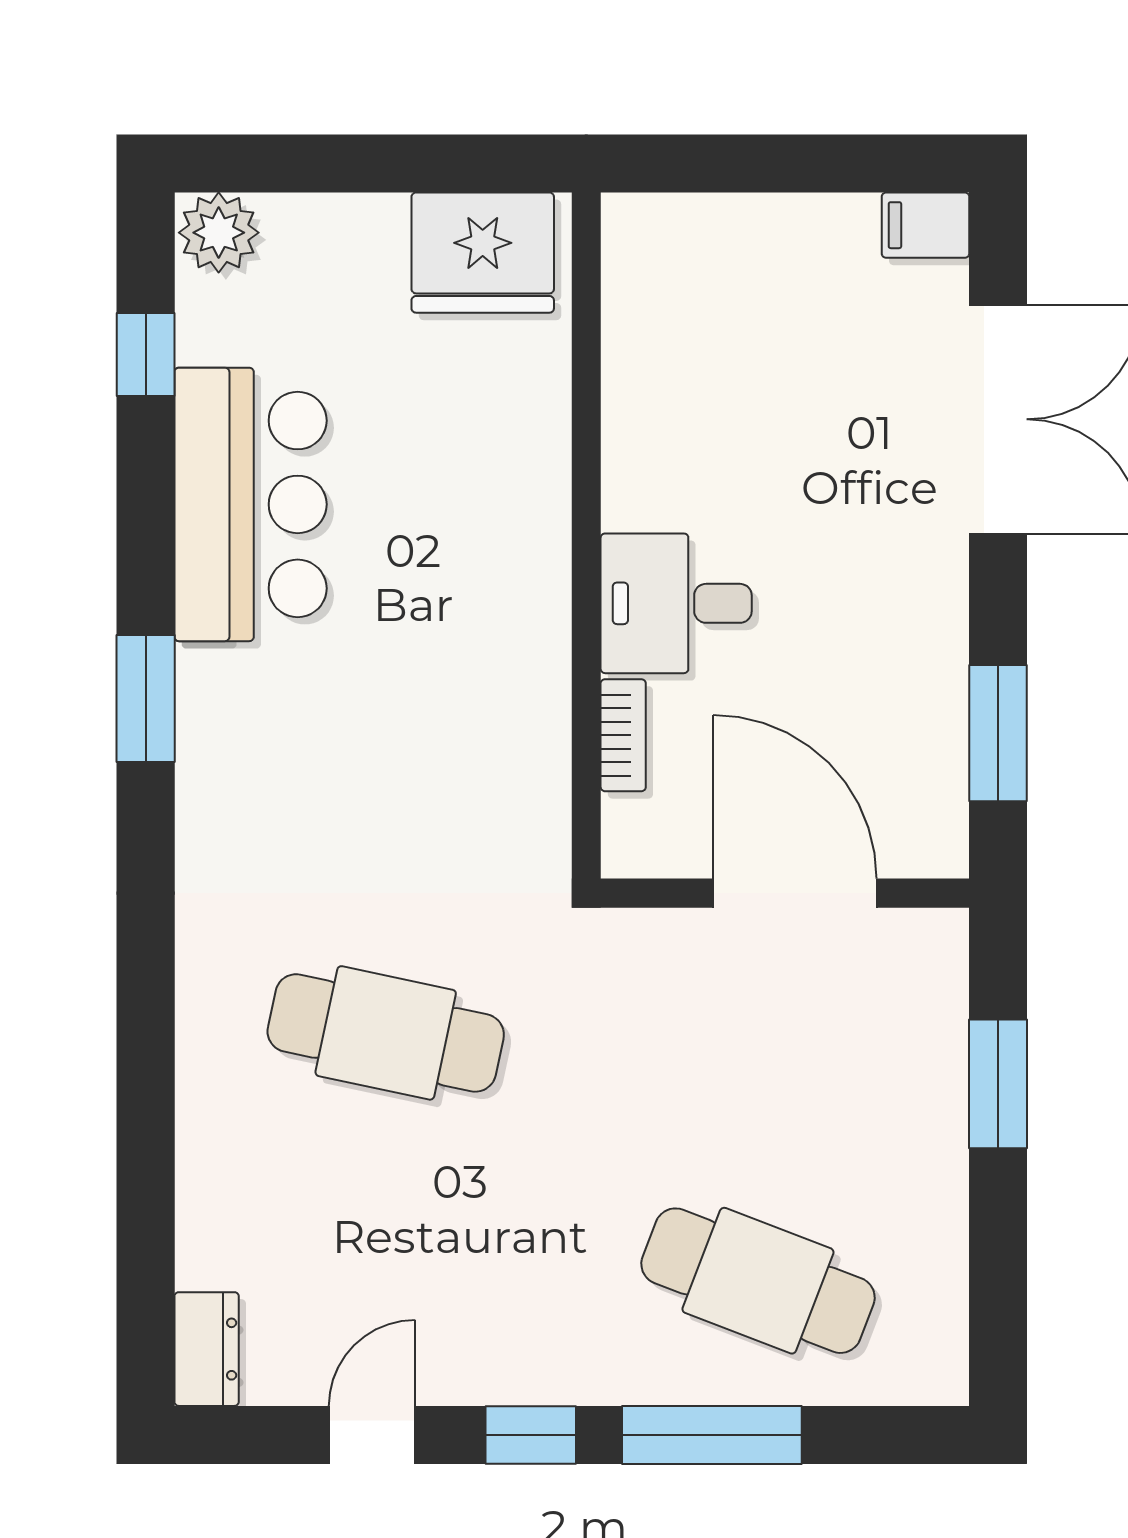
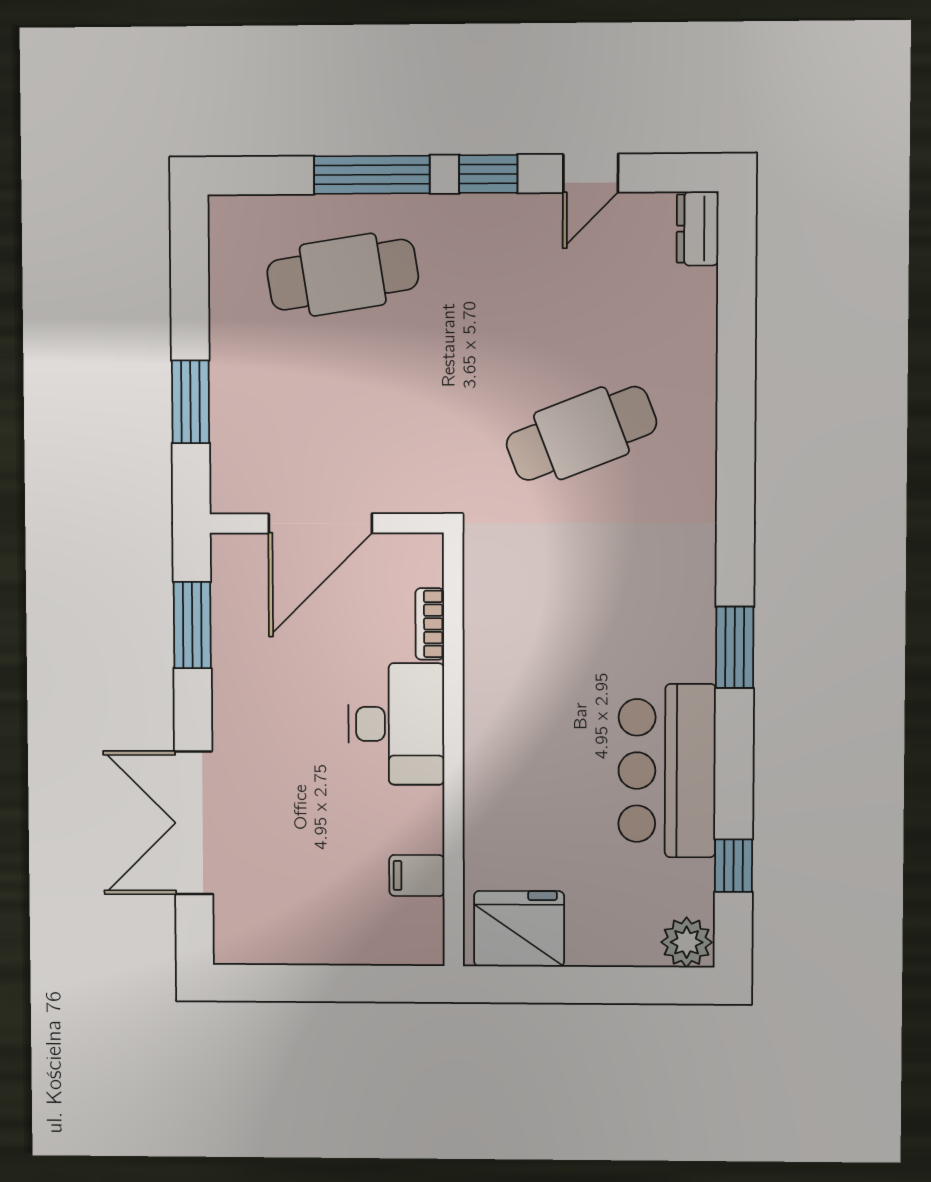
filing cabinet: (926, 225) -> (417, 876), moved, turned 180
desk: (676, 603) -> (396, 724), width x1.37
door: (795, 893) -> (320, 523), hinge flipped
cafe table: (386, 1033) -> (581, 433), turned -33
cafe table: (758, 1281) -> (343, 275), turned -30

